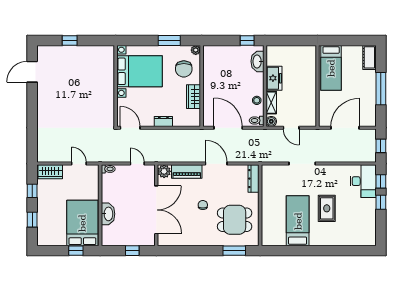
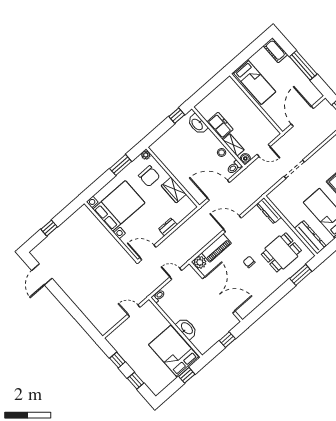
wardrobe: (50, 172) -> (118, 335), removed
dresser: (268, 228) -> (310, 237), added

